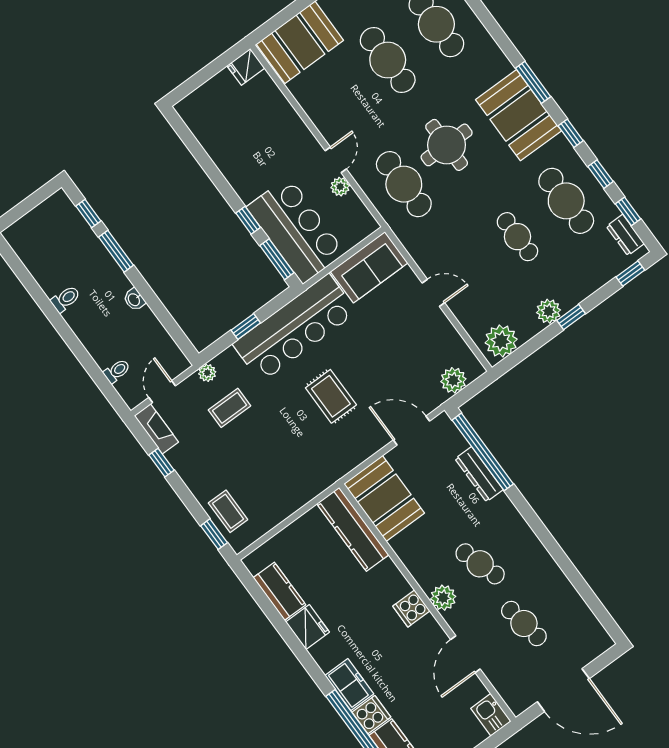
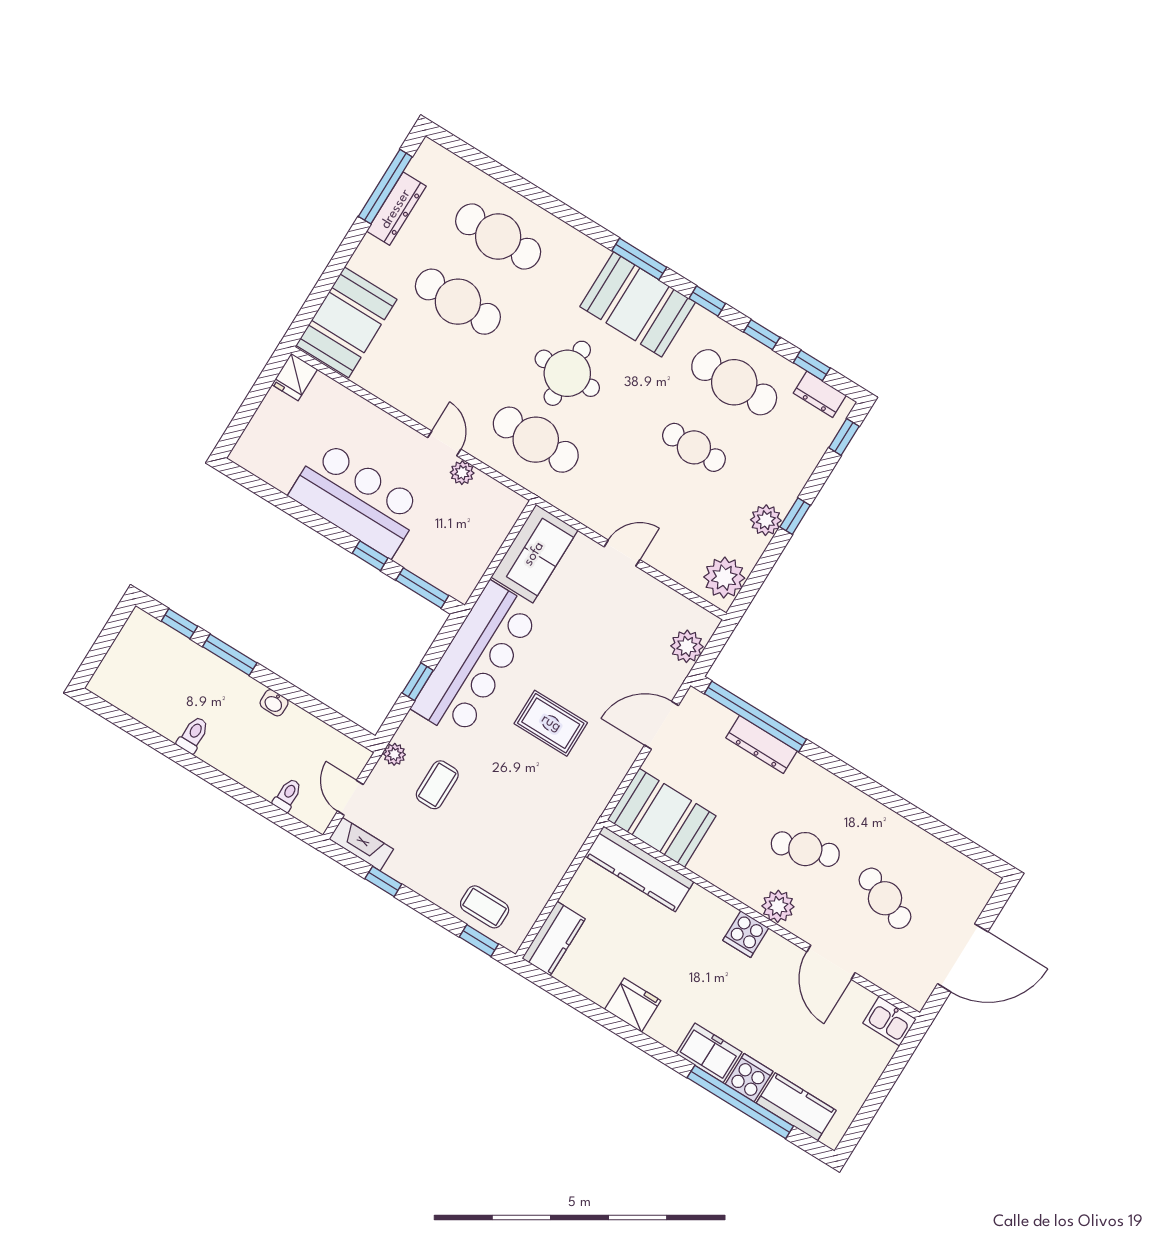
bar counter: (296, 230) -> (357, 499), moved
kitchen counter: (279, 591) -> (554, 939), moved, turned 90
cafe table: (524, 623) -> (885, 898), turned 30

